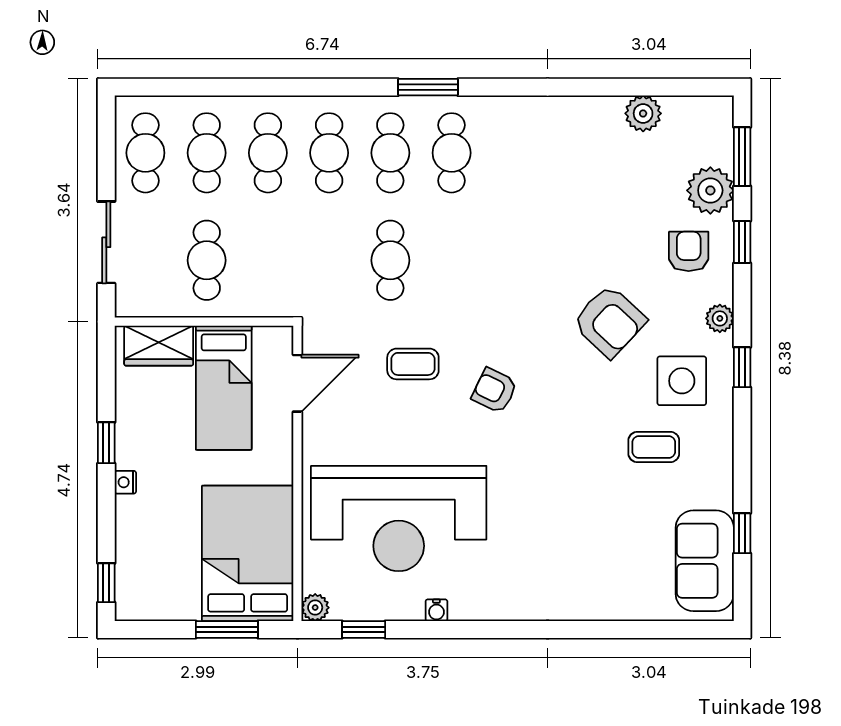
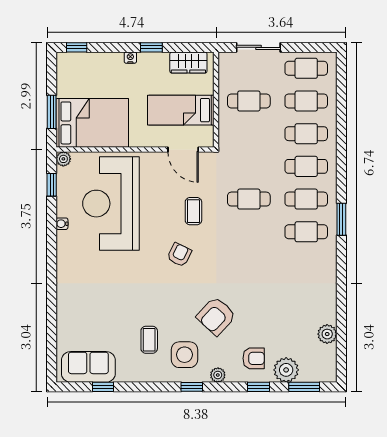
wardrobe: (159, 346) -> (188, 63), moved, turned -90

